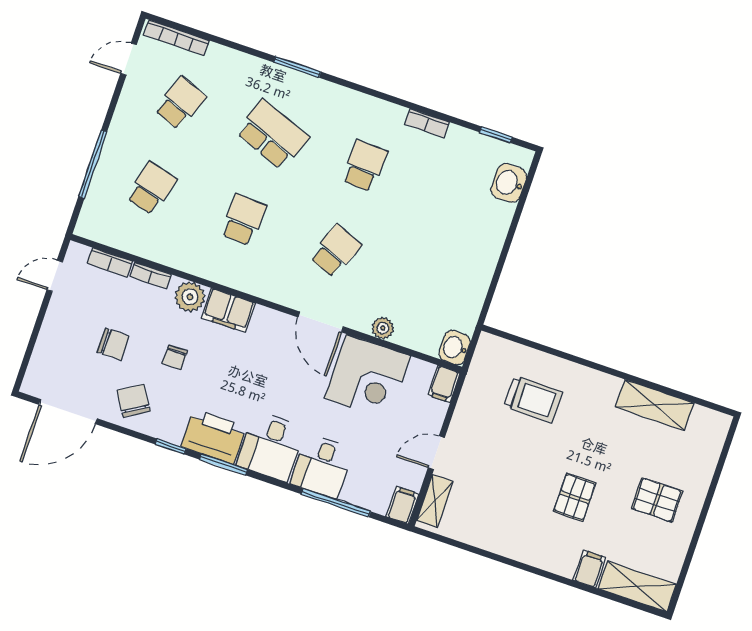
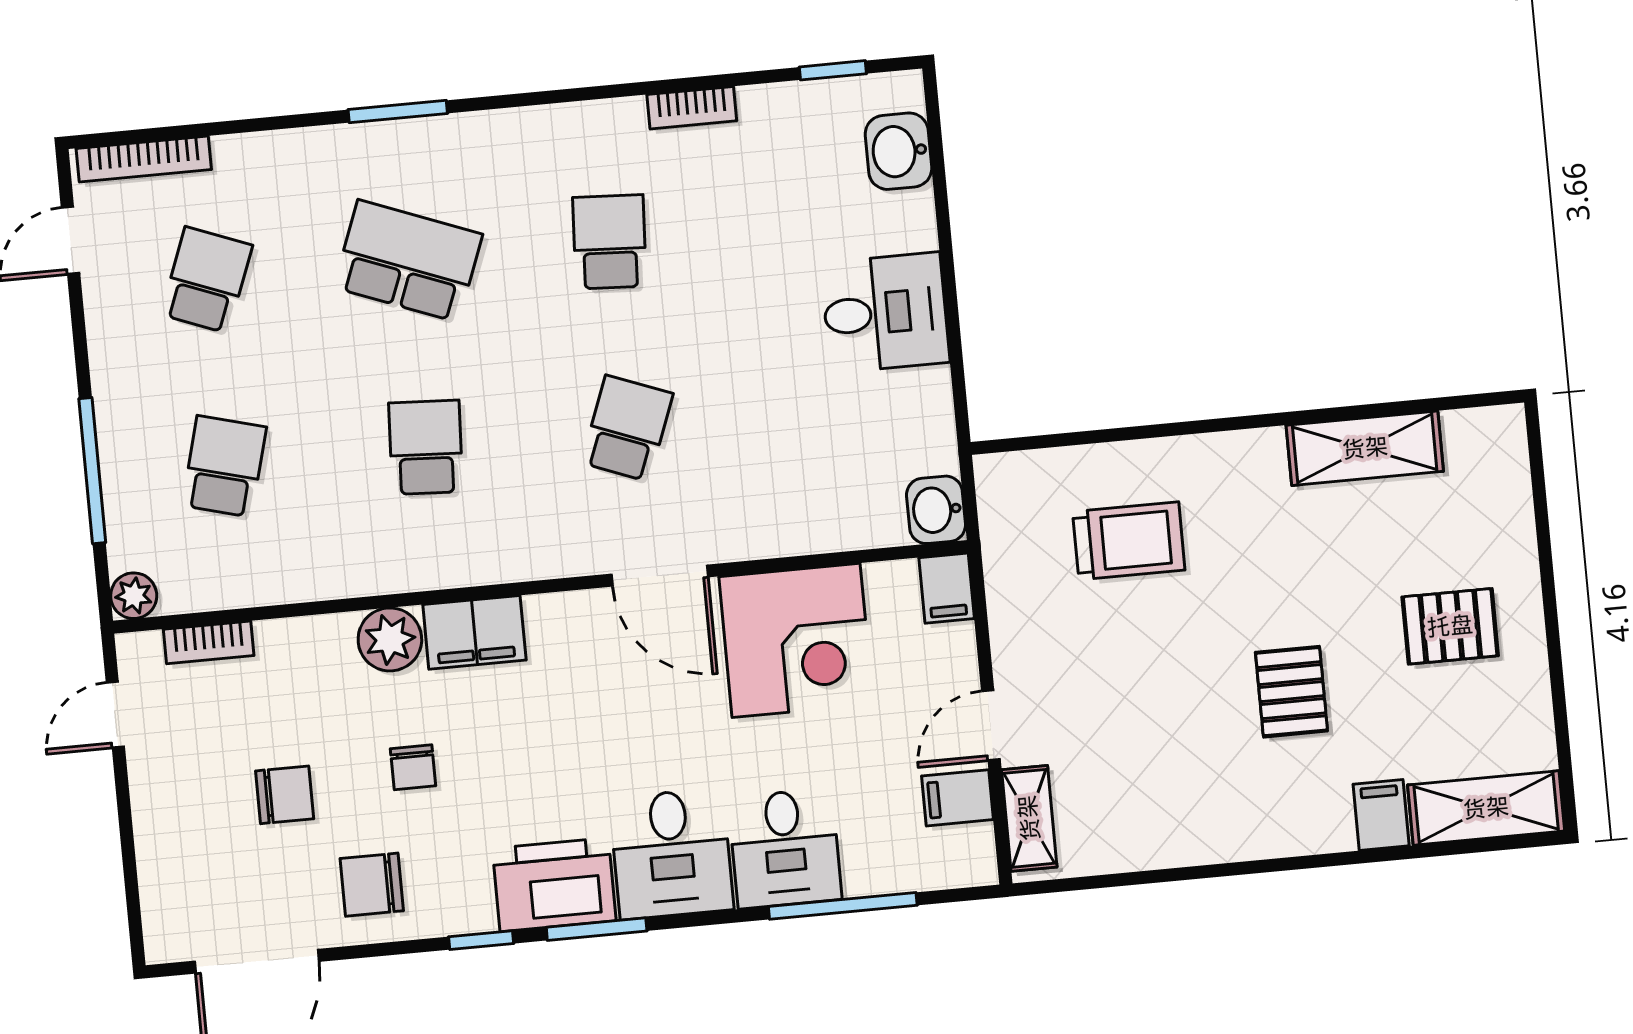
desk: (471, 251) -> (885, 313), added
bookcase: (150, 276) -> (297, 633), removed
plant: (383, 328) -> (134, 596), moved
chair: (134, 401) -> (372, 885), turned -58
filing cabinet: (402, 505) -> (957, 798), moved, turned -90

